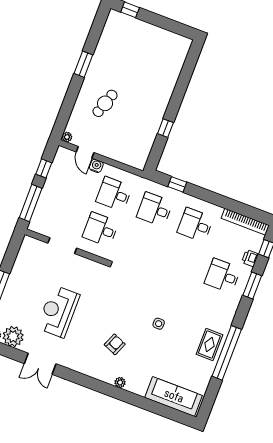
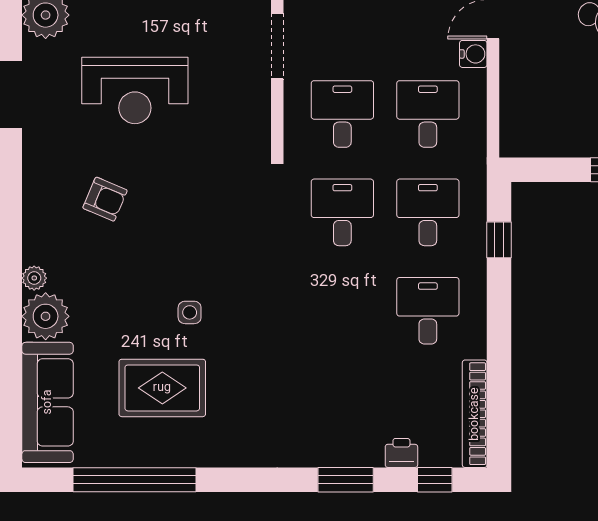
desk: (223, 276) -> (342, 212), moved
reception desk: (58, 311) -> (135, 90), turned 180
armchair: (115, 344) -> (105, 199), moved
rug: (209, 345) -> (162, 388), moved, width x1.36, depth x1.43
window: (227, 353) -> (135, 480), moved
plant: (138, 384) -> (46, 316), added

